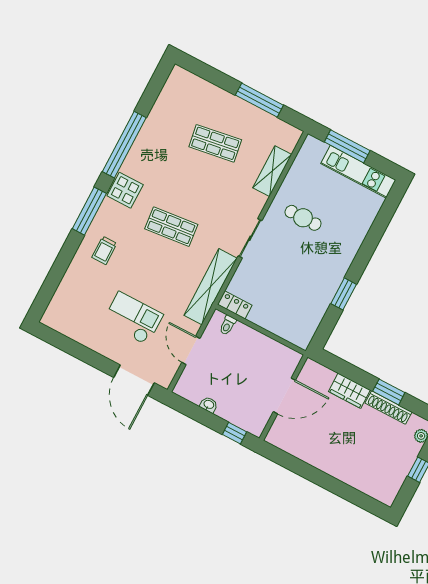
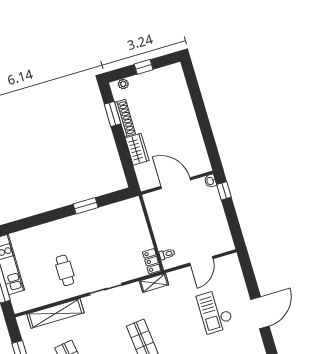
shelving: (272, 171) -> (55, 313), width x1.47
shelving: (210, 287) -> (154, 283), width x0.45, depth x0.75
door: (134, 380) -> (260, 313), moved
window: (389, 392) -> (112, 114), moved
washbasin: (209, 405) -> (210, 181), moved

